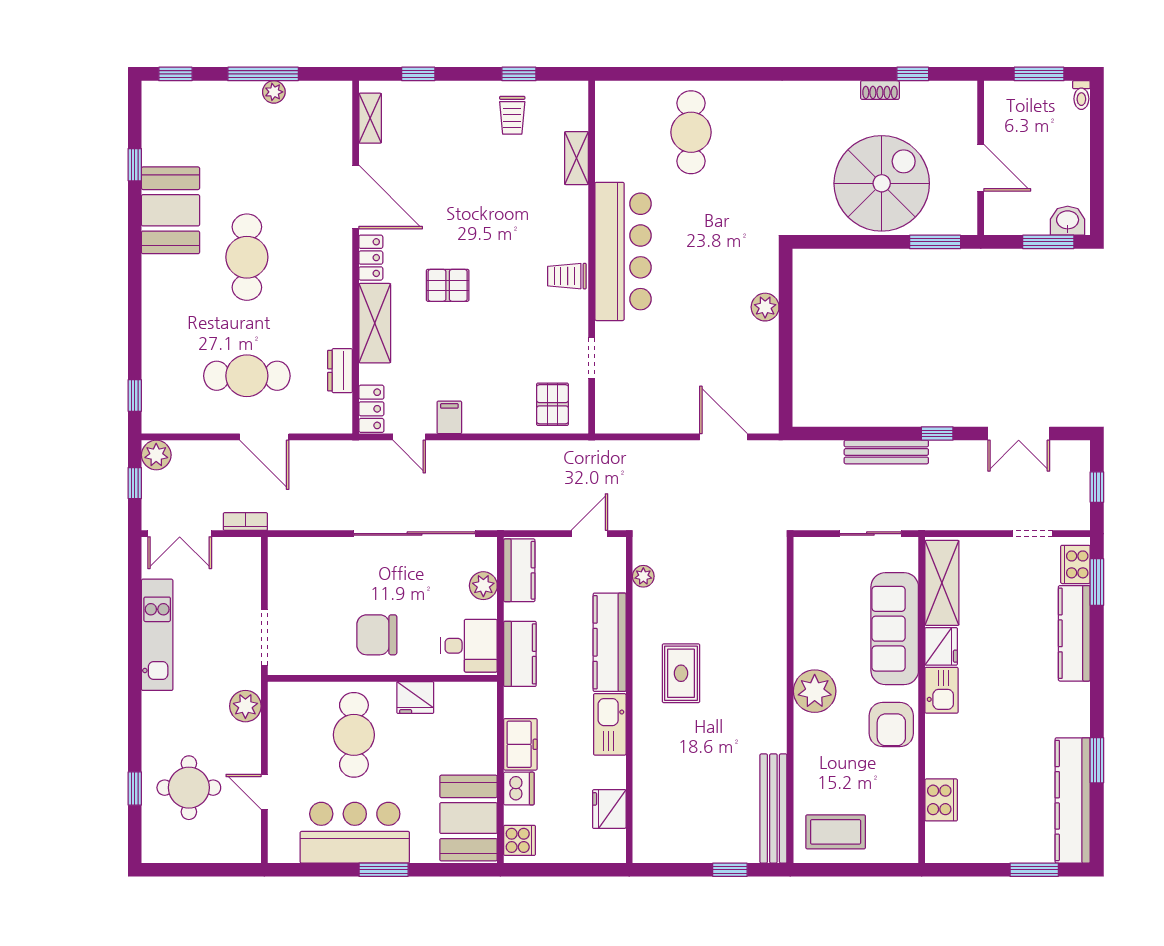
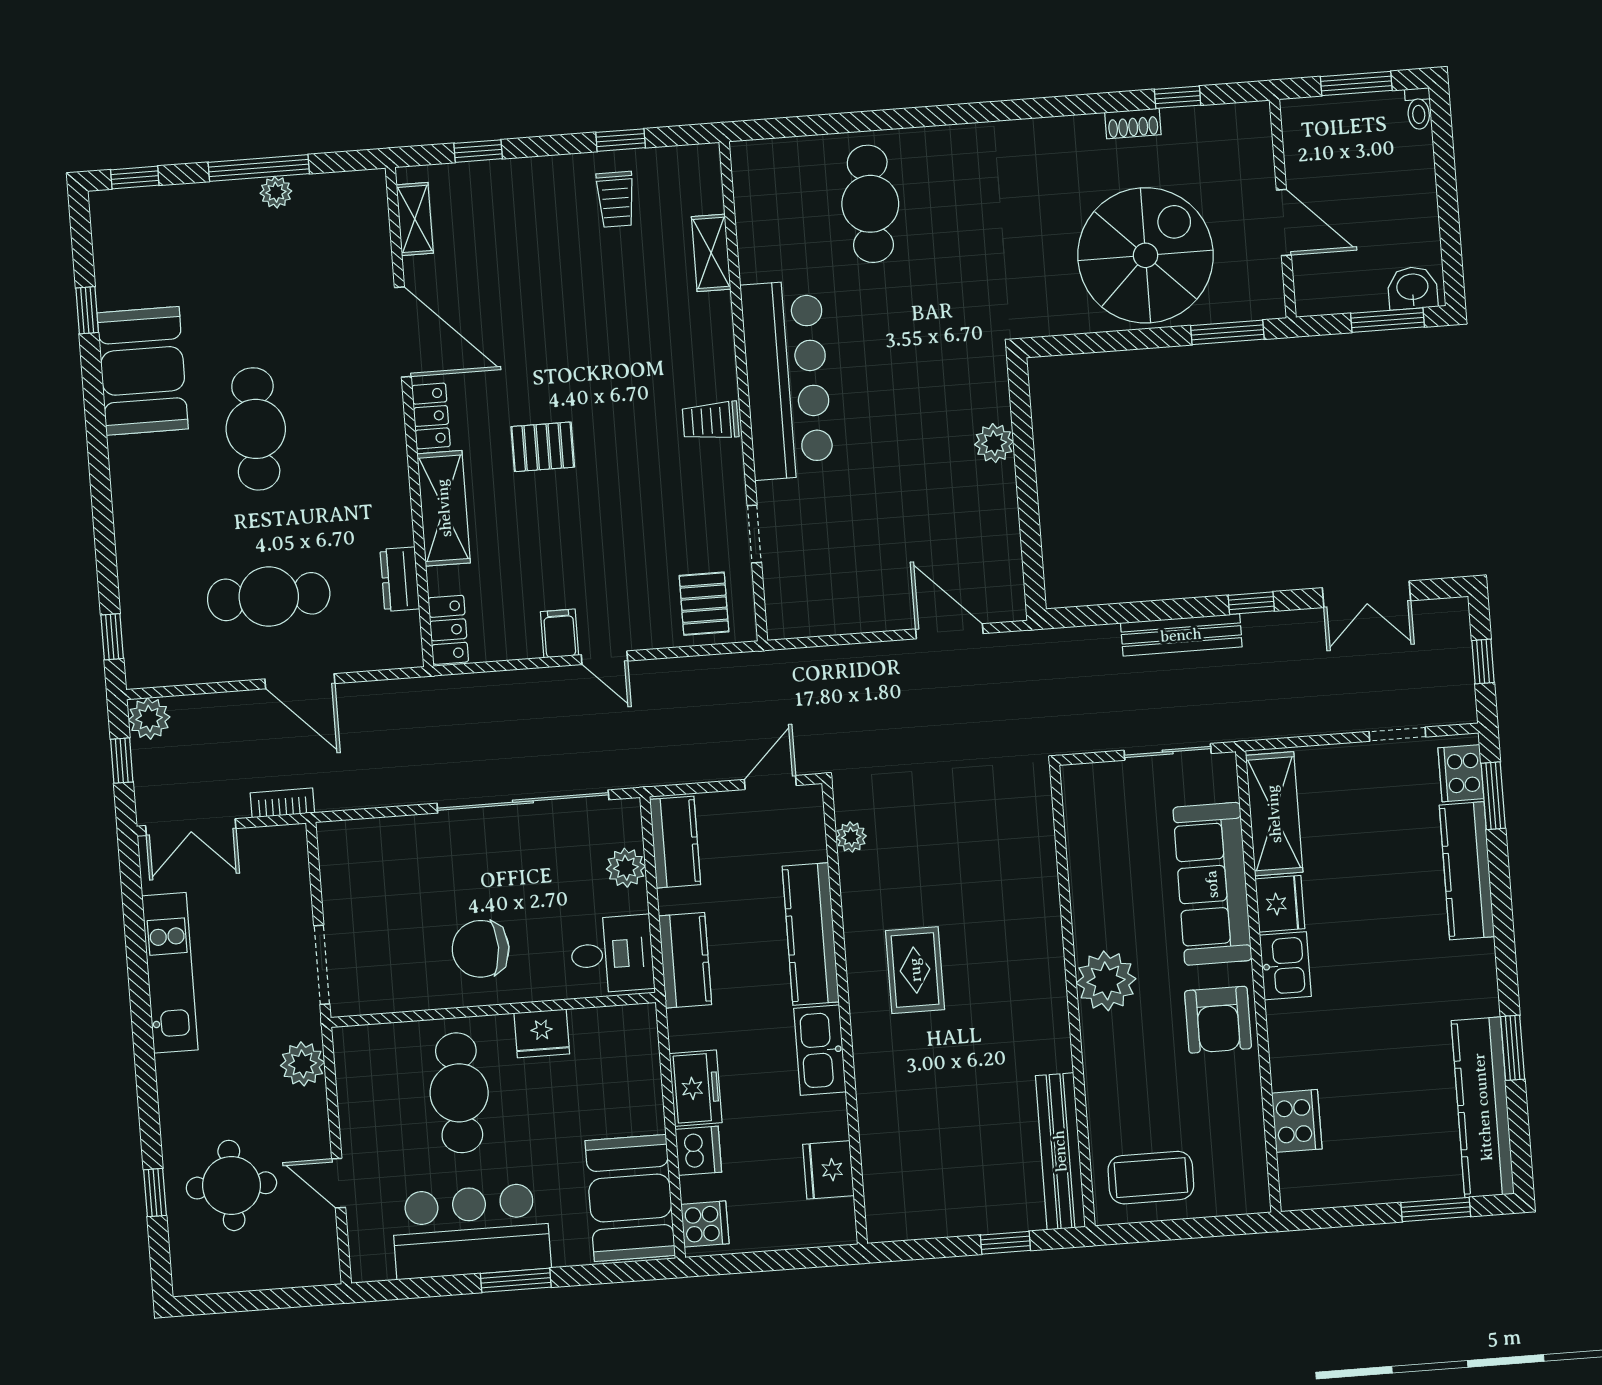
door: (409, 437) -> (604, 658), moved

